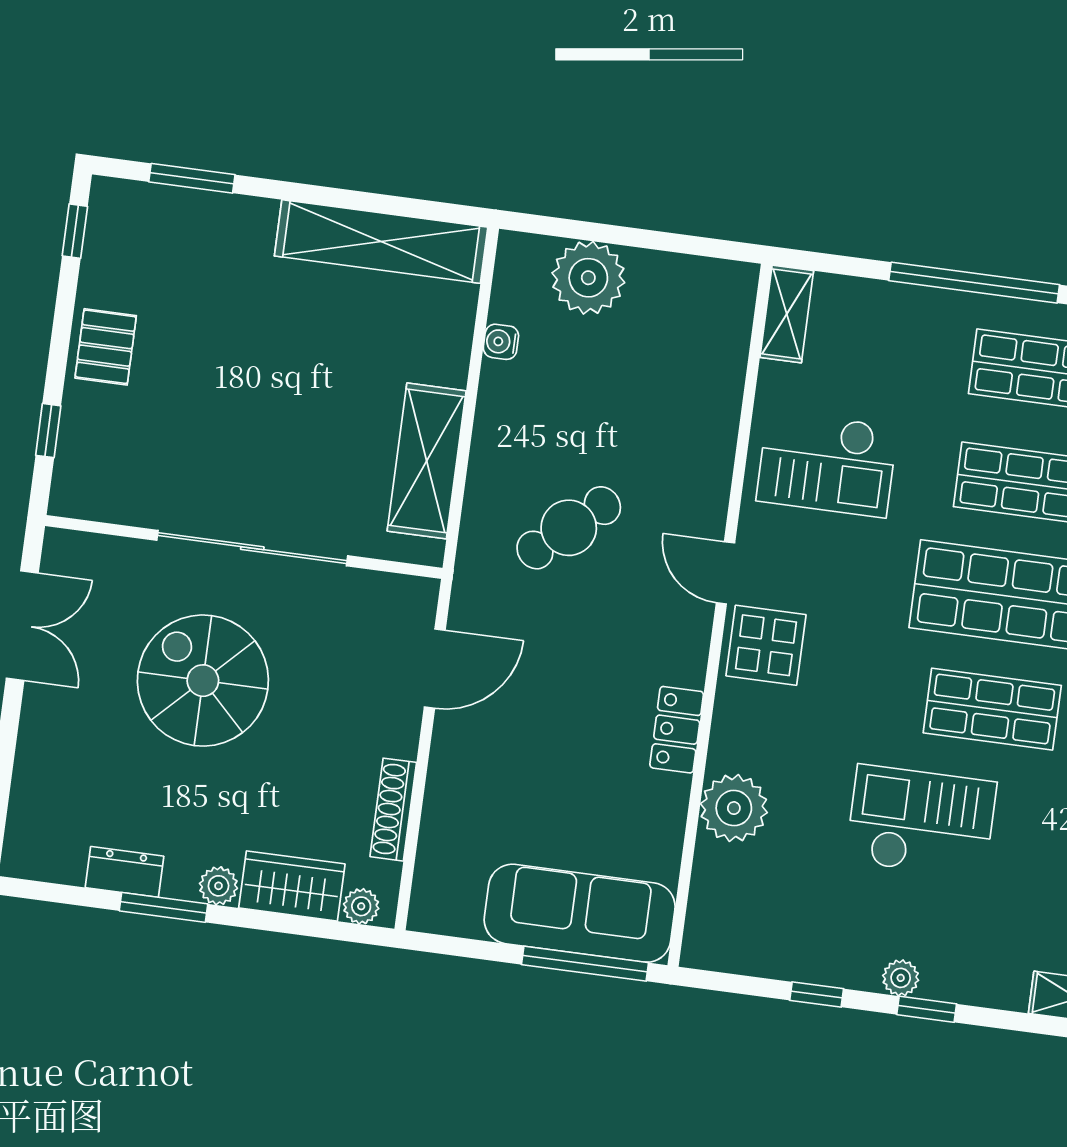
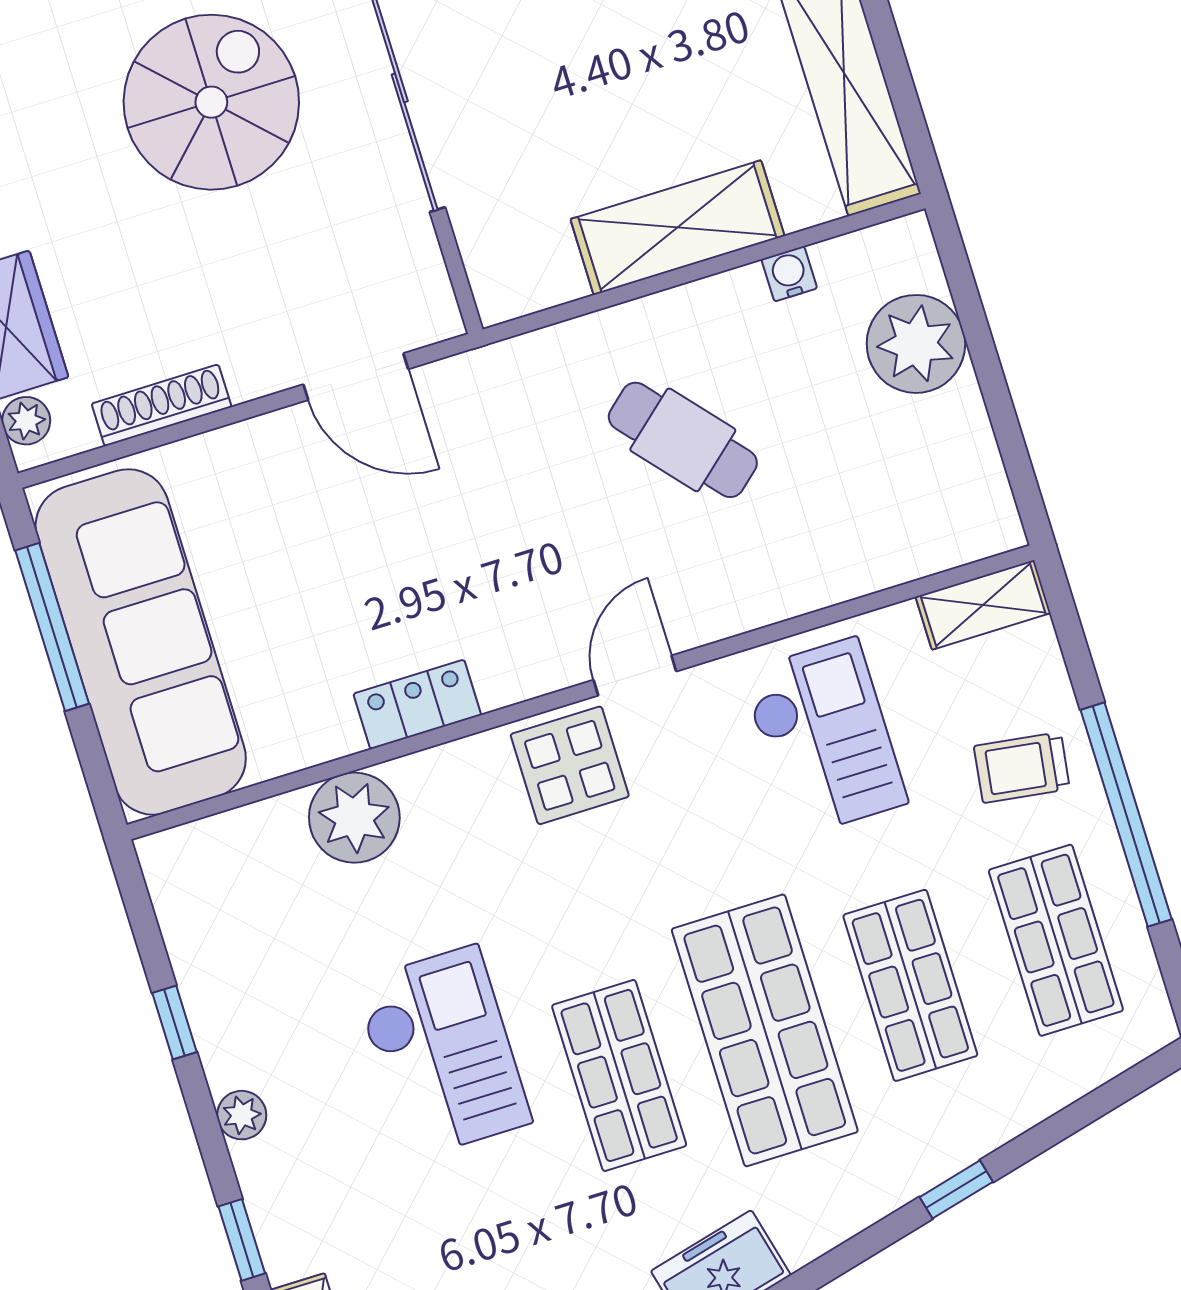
trolley: (909, 339) -> (1022, 768), added
shelving: (427, 461) -> (677, 228), moved
checkout: (827, 464) -> (824, 738), turned 180
cafe table: (569, 528) -> (683, 440), moved
sofa: (580, 913) -> (141, 642), width x1.36, depth x1.27
window: (585, 964) -> (52, 627), moved
window: (927, 1009) -> (242, 1240), moved

